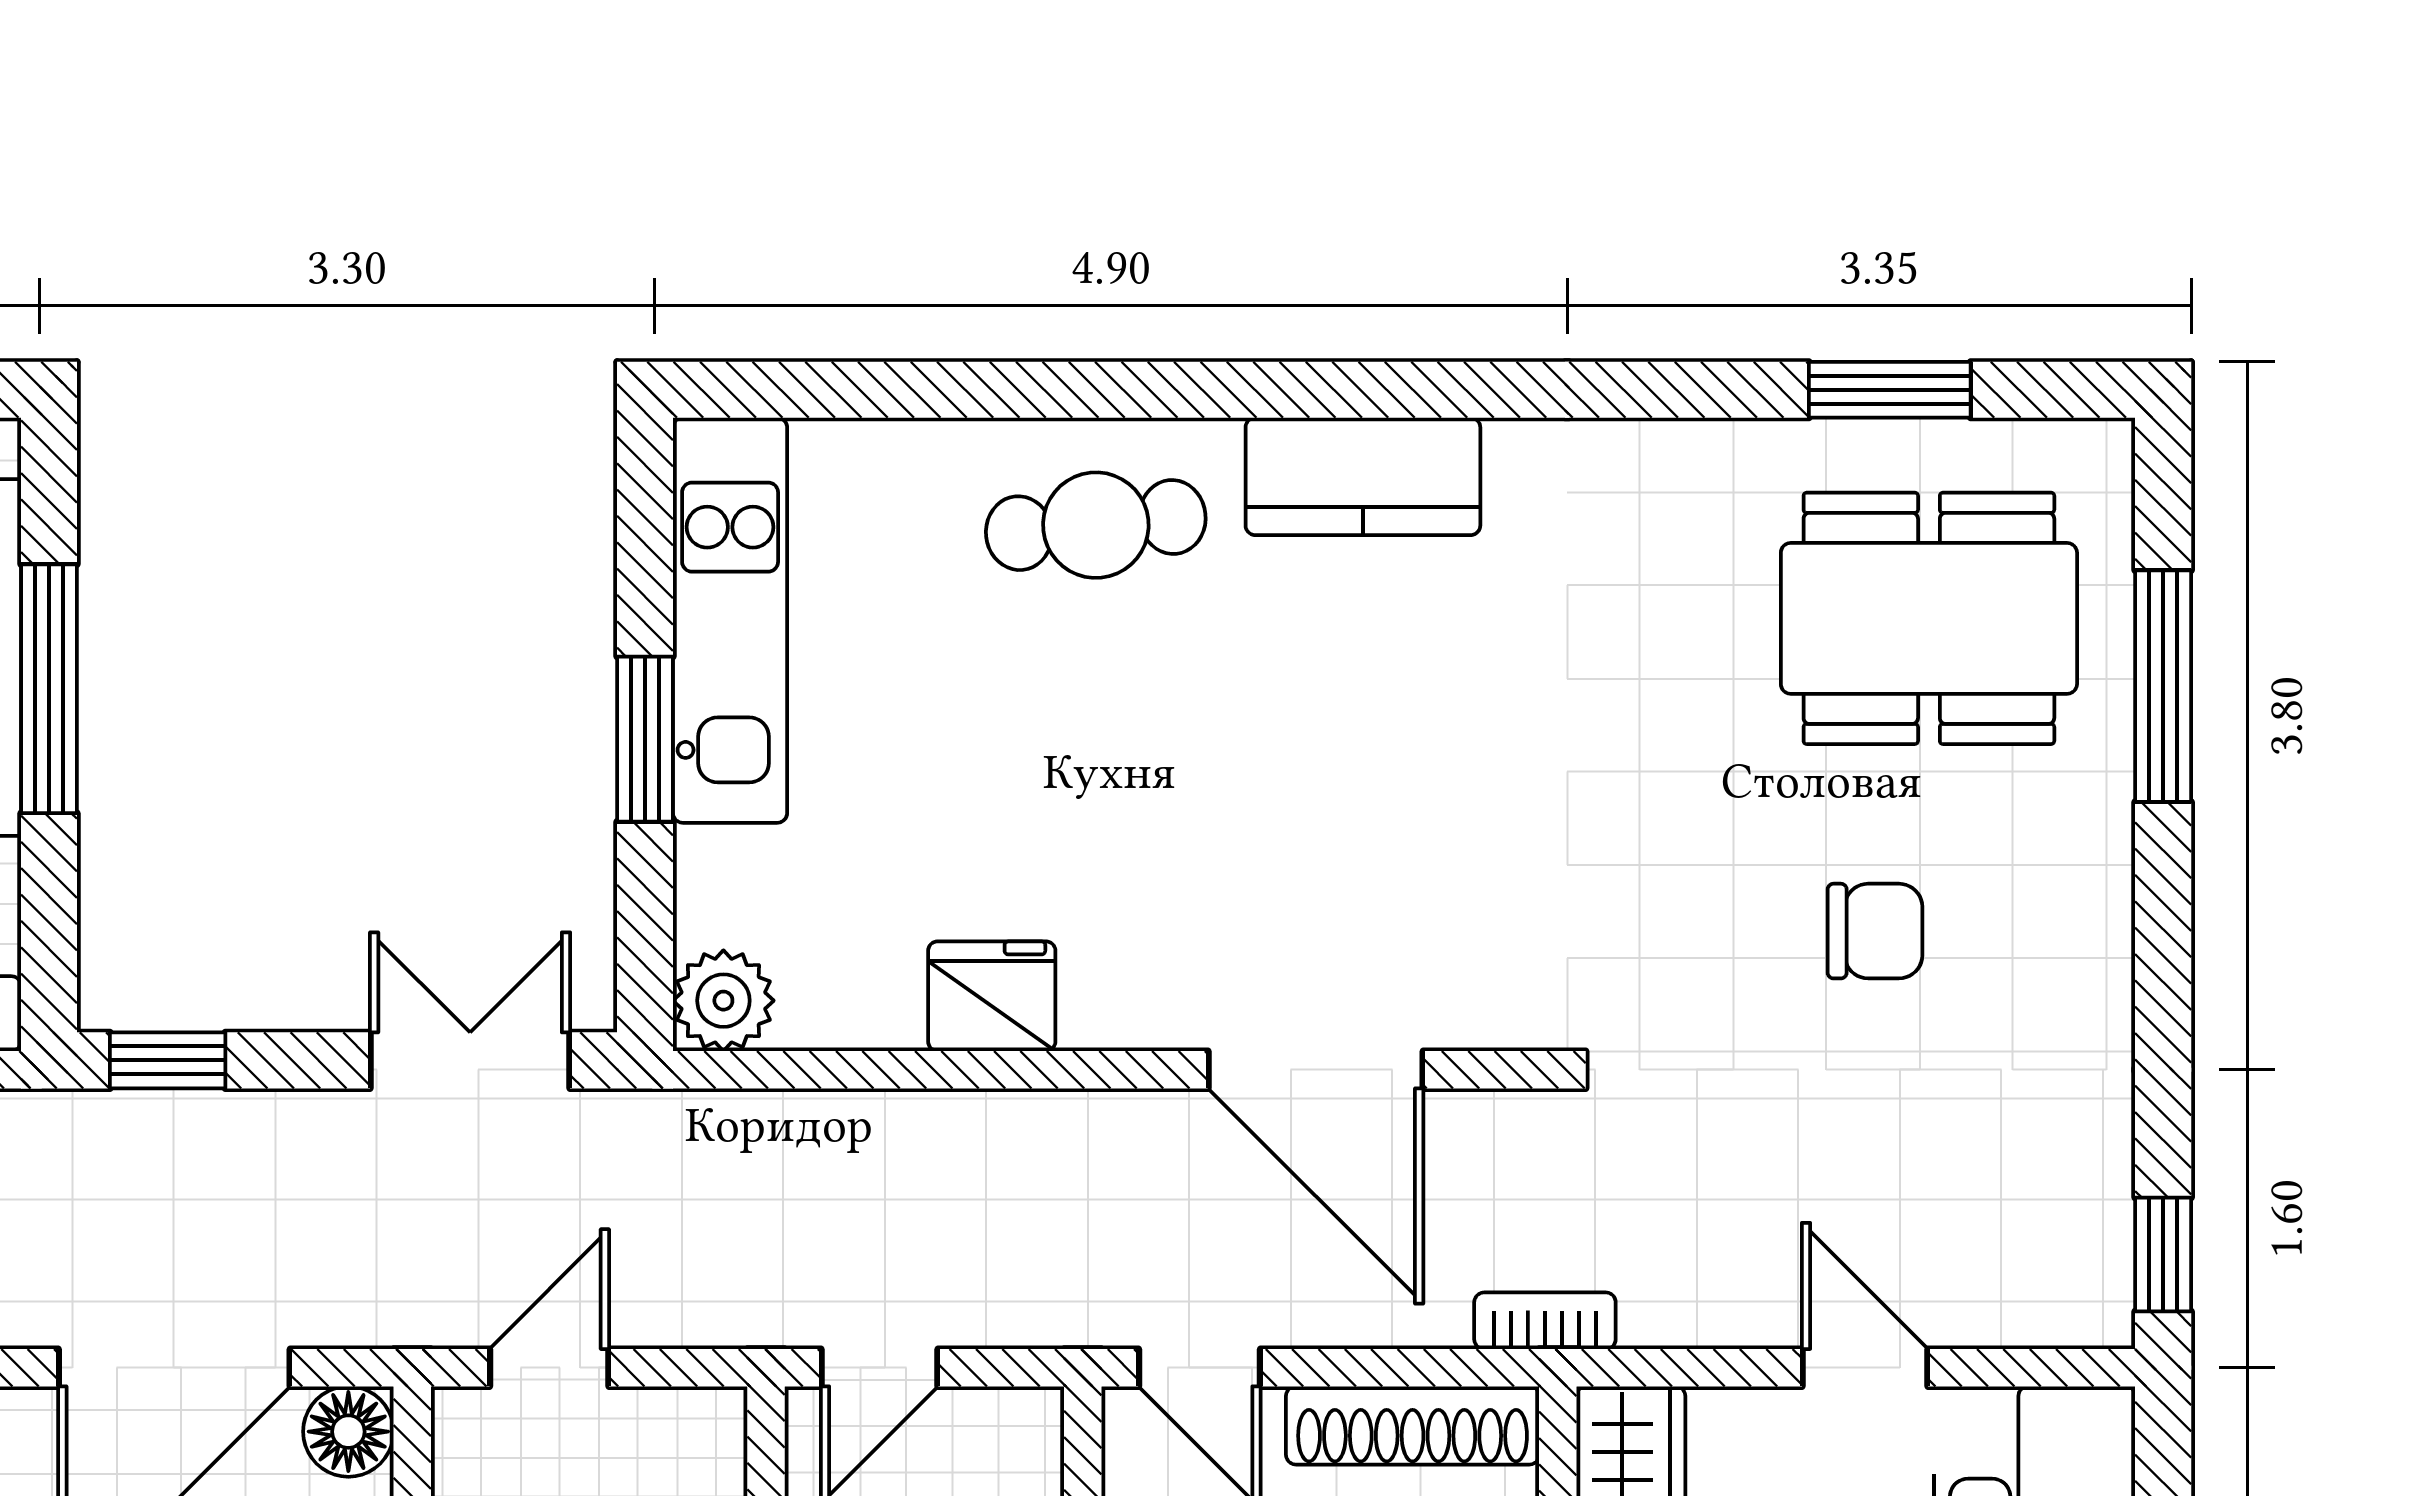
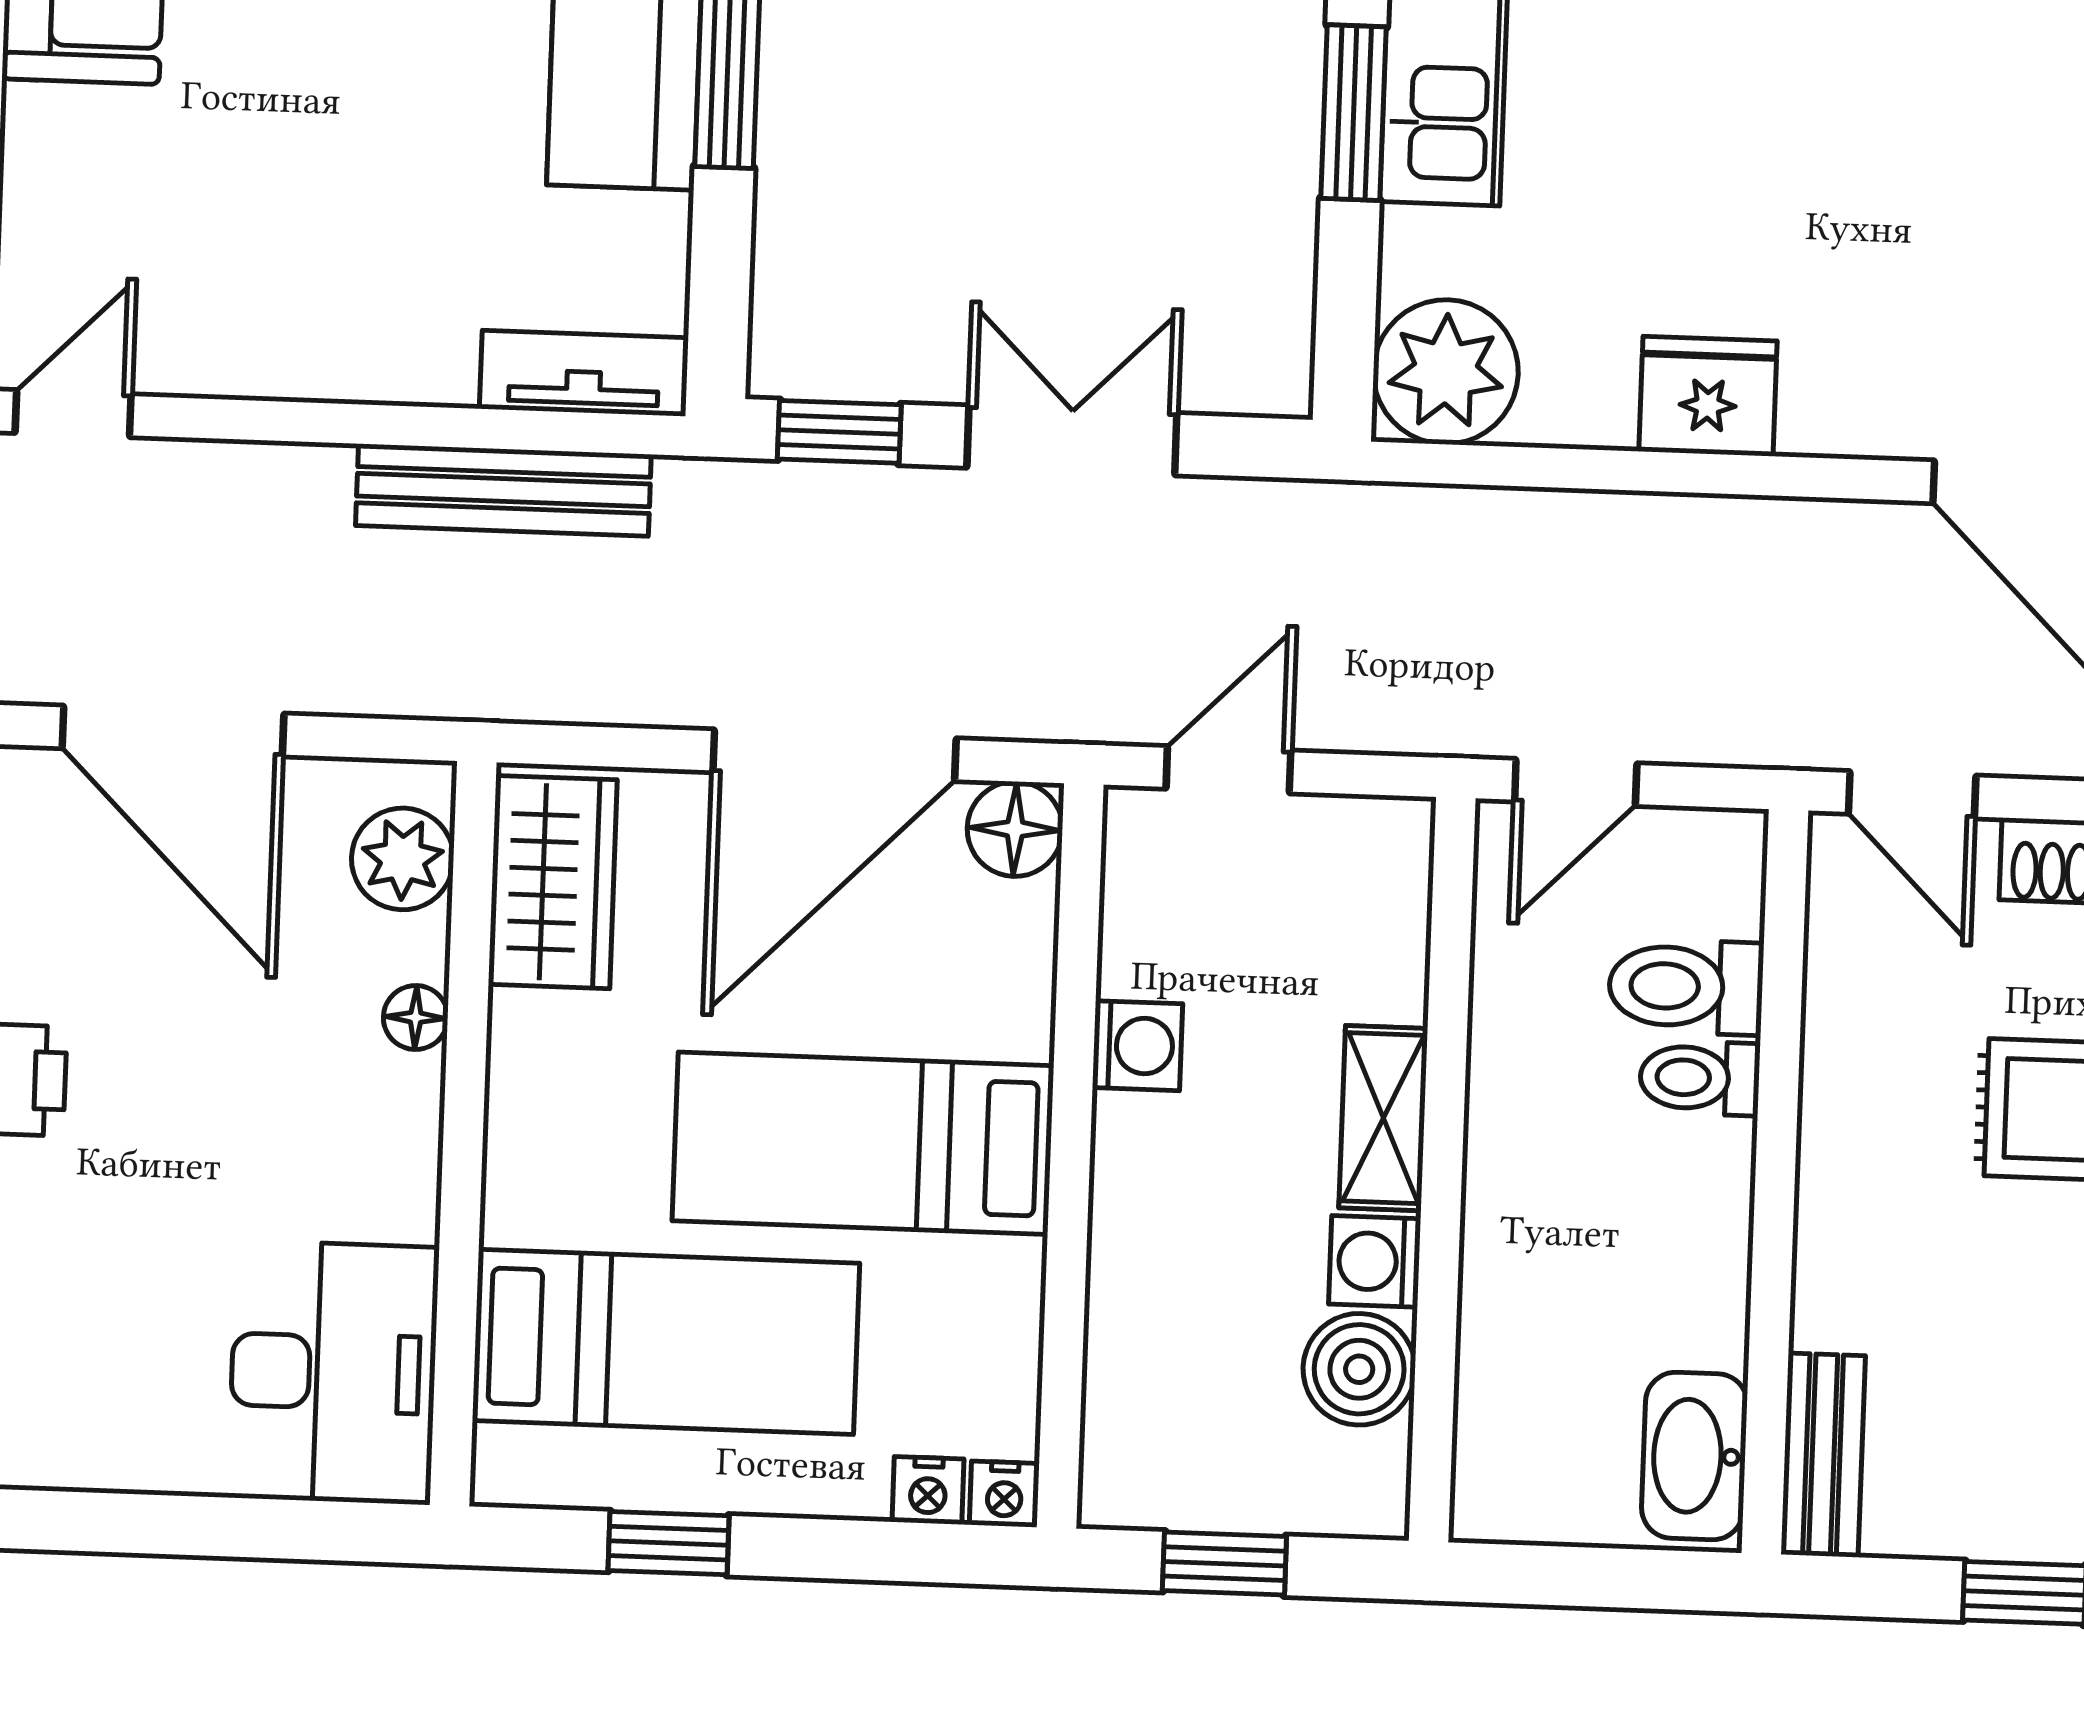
plant: (723, 1001) -> (1446, 372), width x1.36, depth x1.36
double door: (470, 1060) -> (1072, 440), moved

